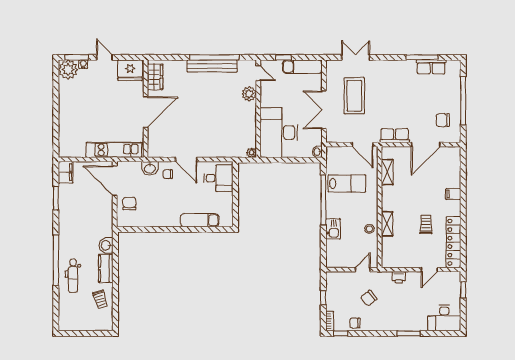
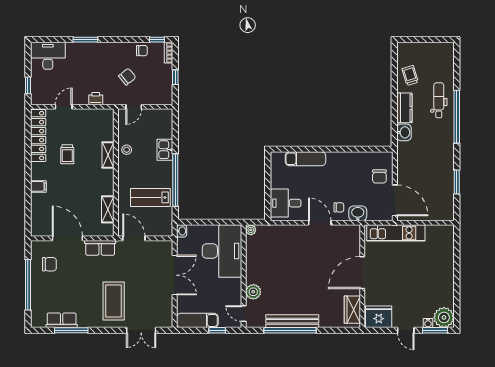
coffee table: (354, 96) -> (114, 301), moved
door: (426, 145) -> (67, 238), hinge flipped
filing cabinet: (66, 172) -> (447, 209), removed

